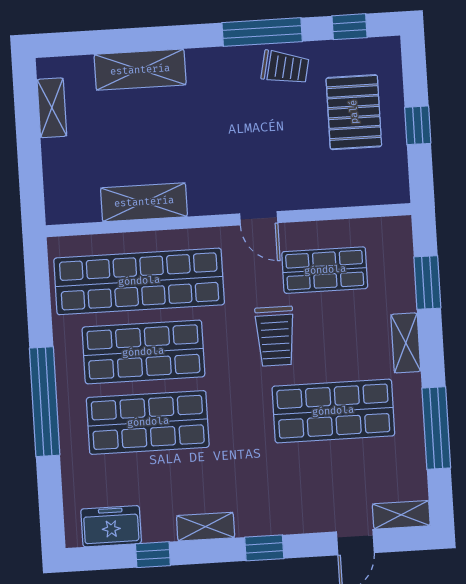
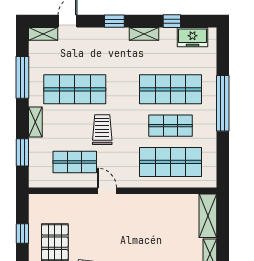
shelving: (144, 202) -> (208, 216), moved, turned 90
shop shelf: (139, 281) -> (170, 162), width x0.71
shop shelf: (143, 352) -> (170, 126), width x0.70, depth x0.74

